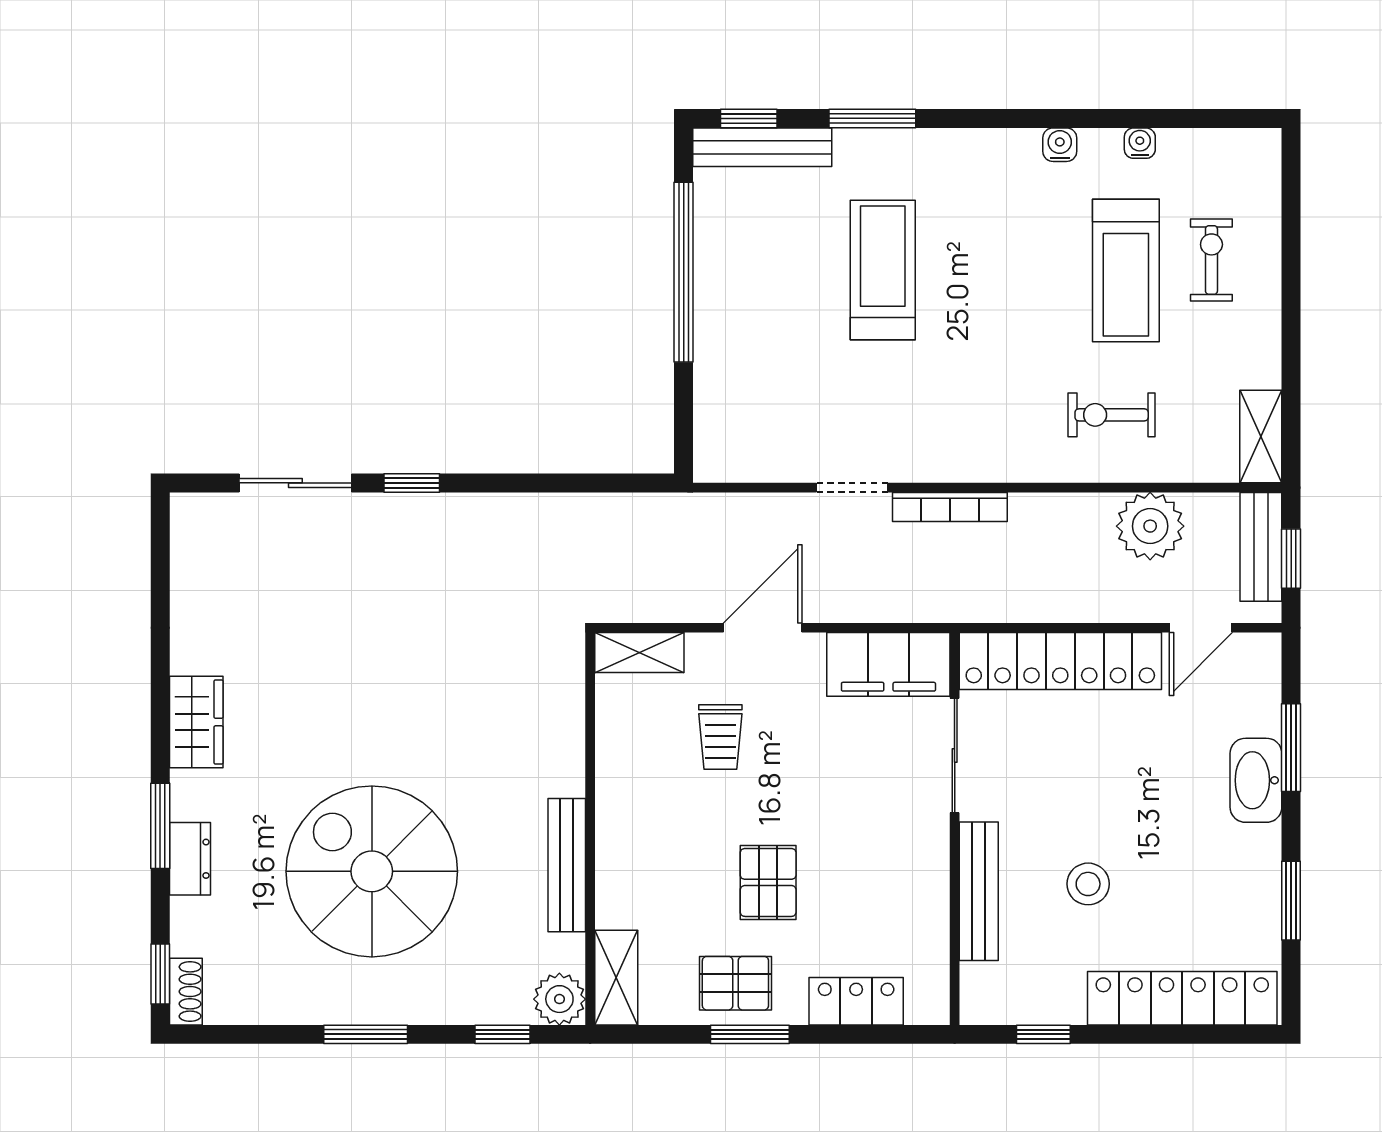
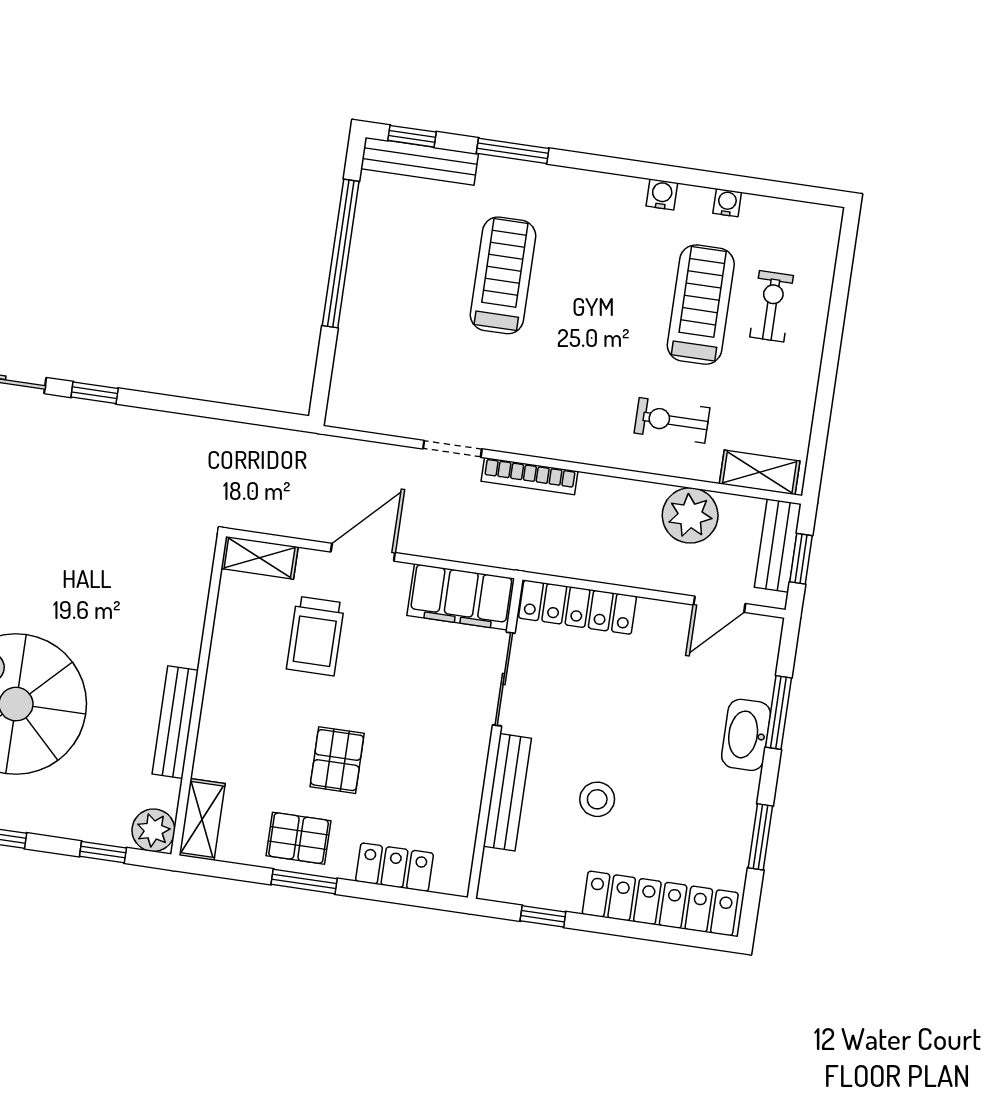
treadmill: (1126, 270) -> (701, 305), turned 180
shelving: (1261, 437) -> (760, 472), moved, turned 90
locker: (1060, 661) -> (578, 607), width x0.71, depth x0.83
trolley: (720, 737) -> (315, 636), width x1.36, depth x1.39

